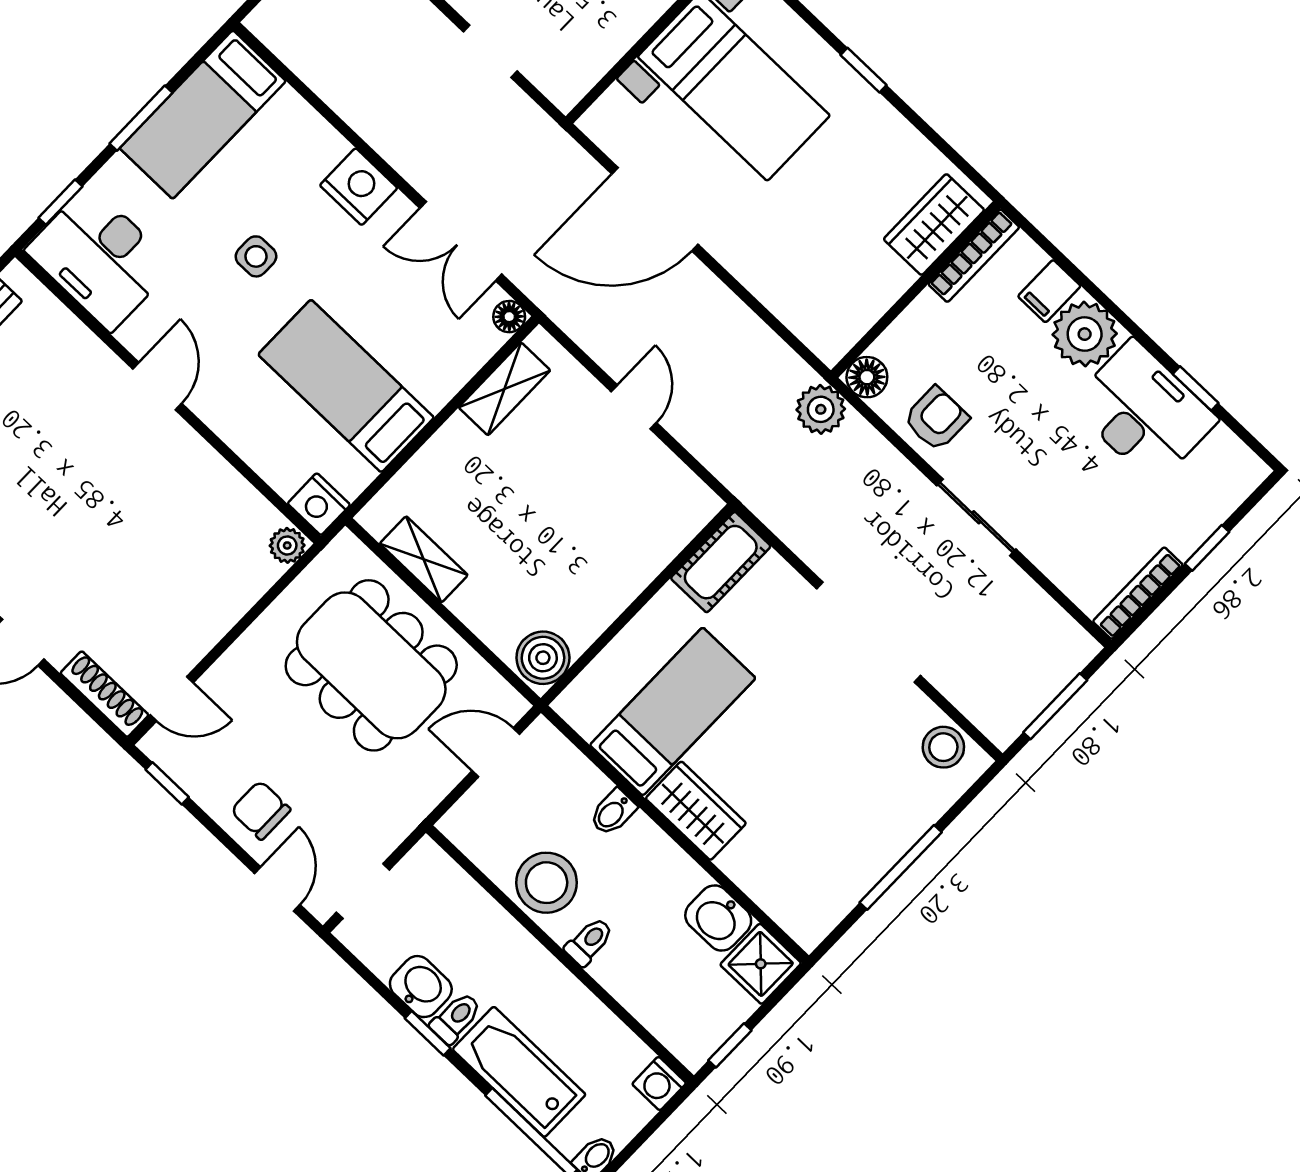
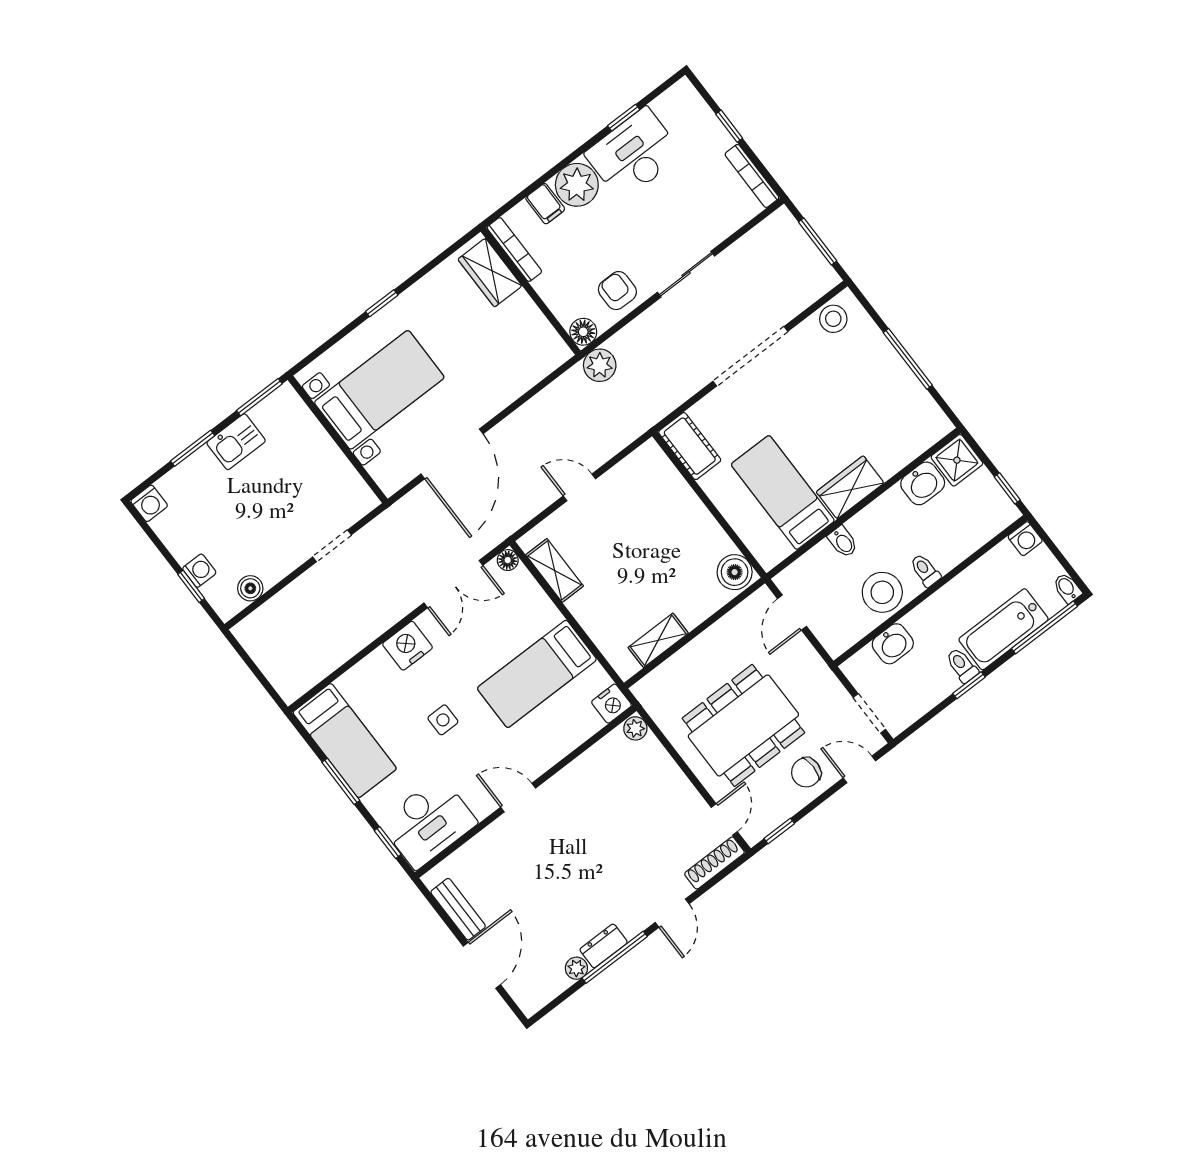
dining table: (371, 665) -> (743, 725), moved
washbasin: (421, 987) -> (893, 644), moved, turned 180

